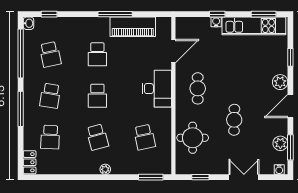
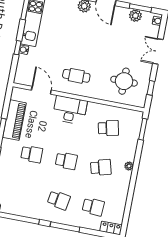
school desk: (50, 54) -> (24, 193), removed
cafe table: (234, 120) -> (108, 50), removed
round table: (193, 138) -> (124, 81), moved

